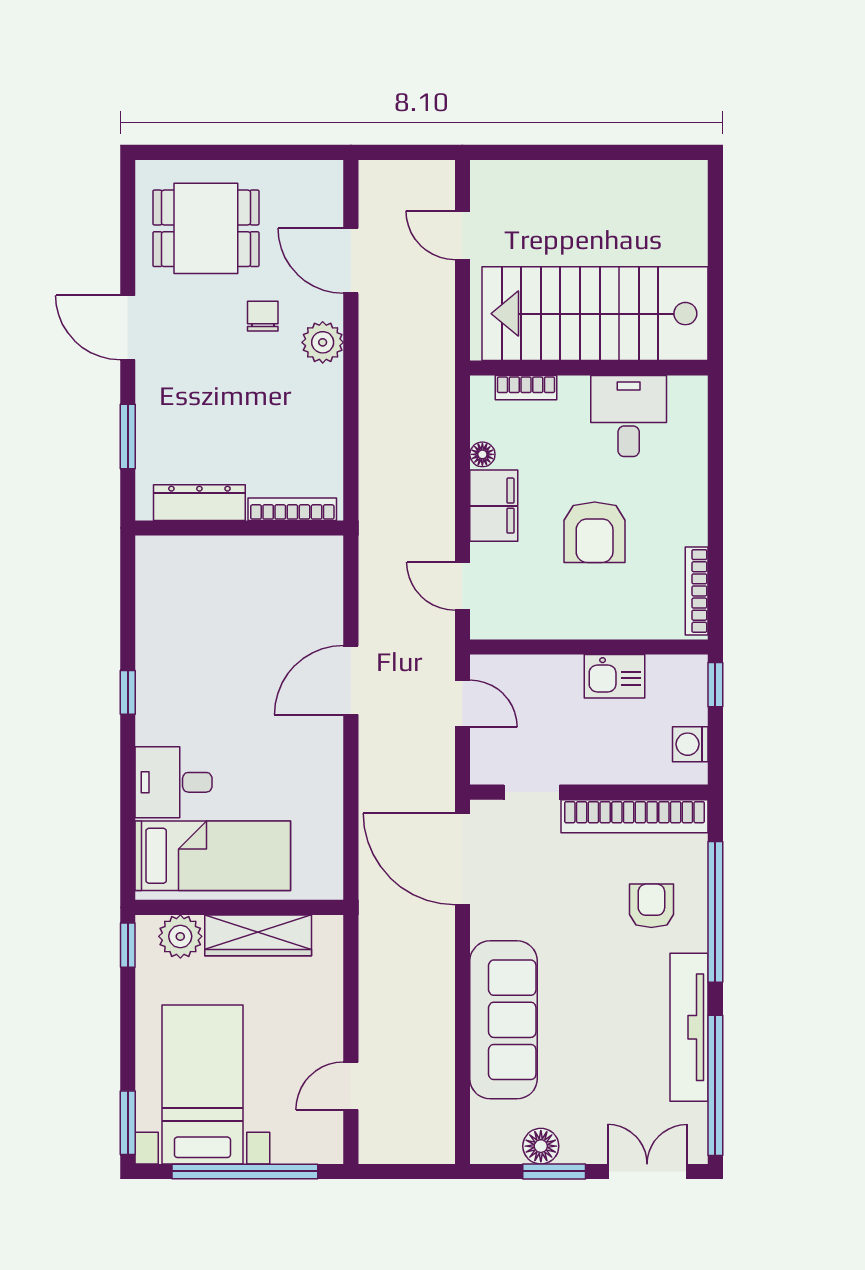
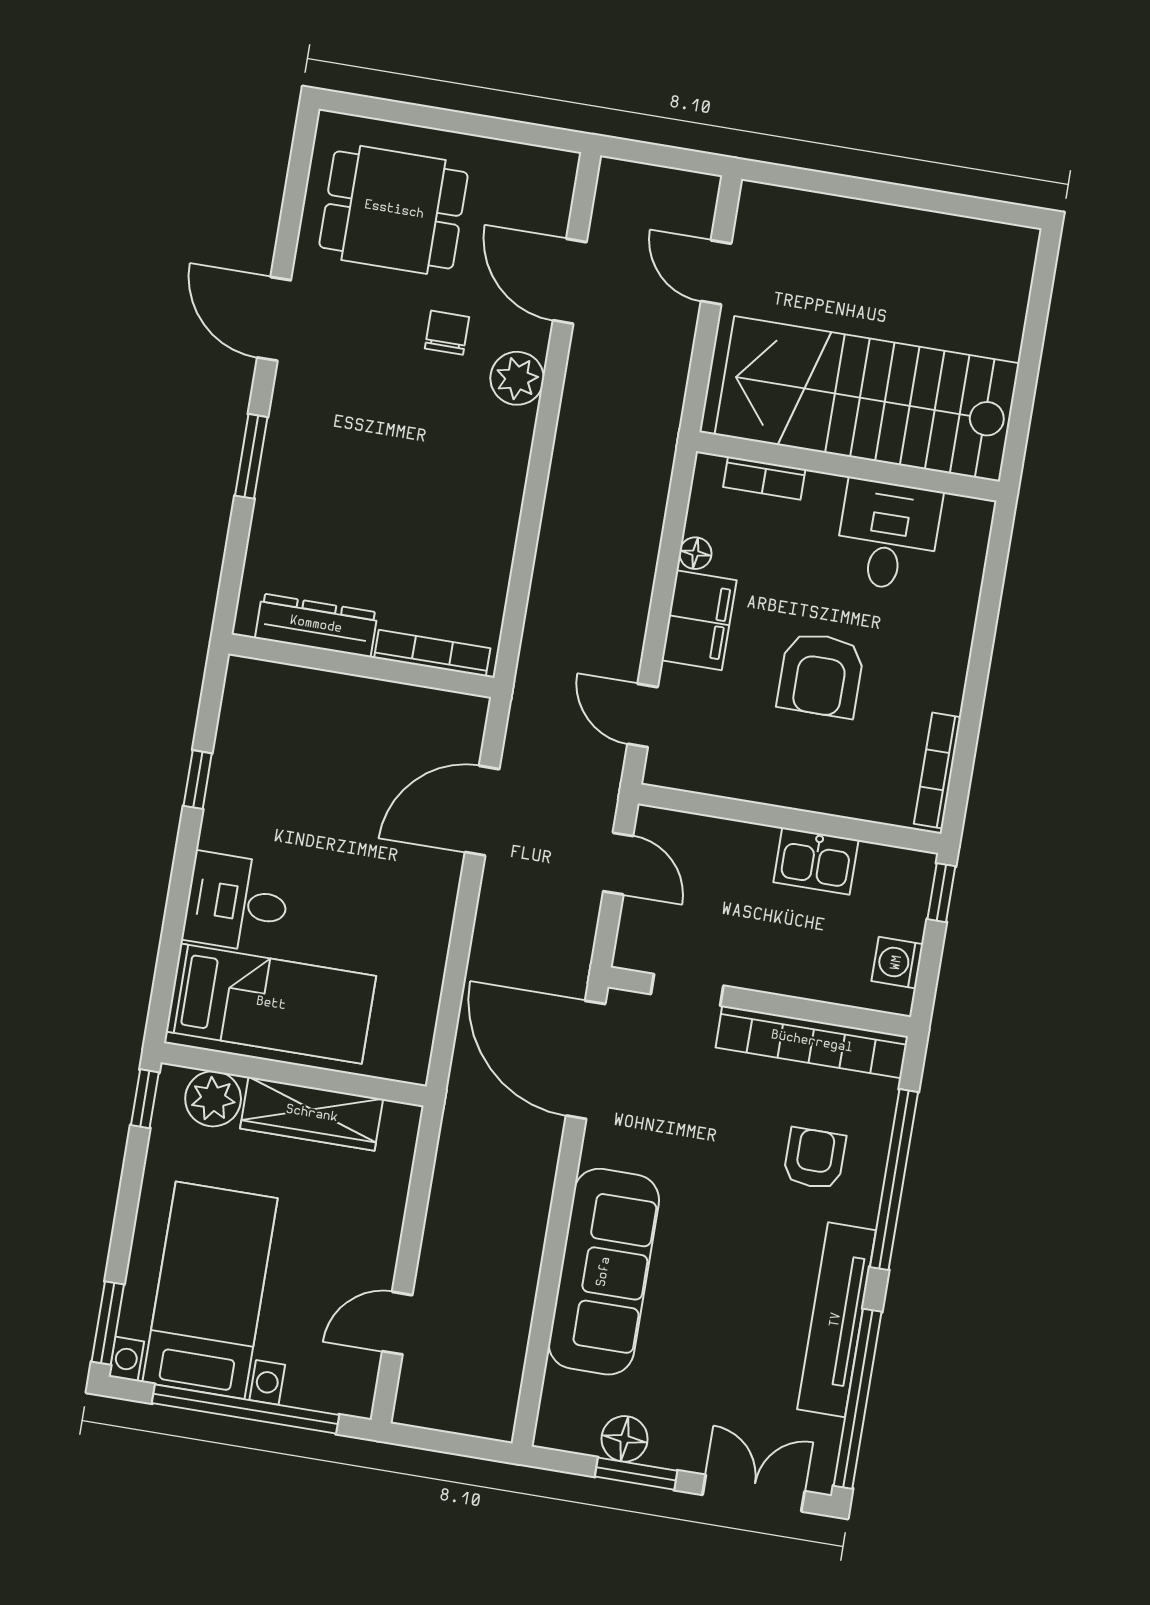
dresser: (199, 503) -> (316, 625), moved
bookcase: (292, 509) -> (432, 653), moved
wall: (239, 528) -> (361, 666), moved

